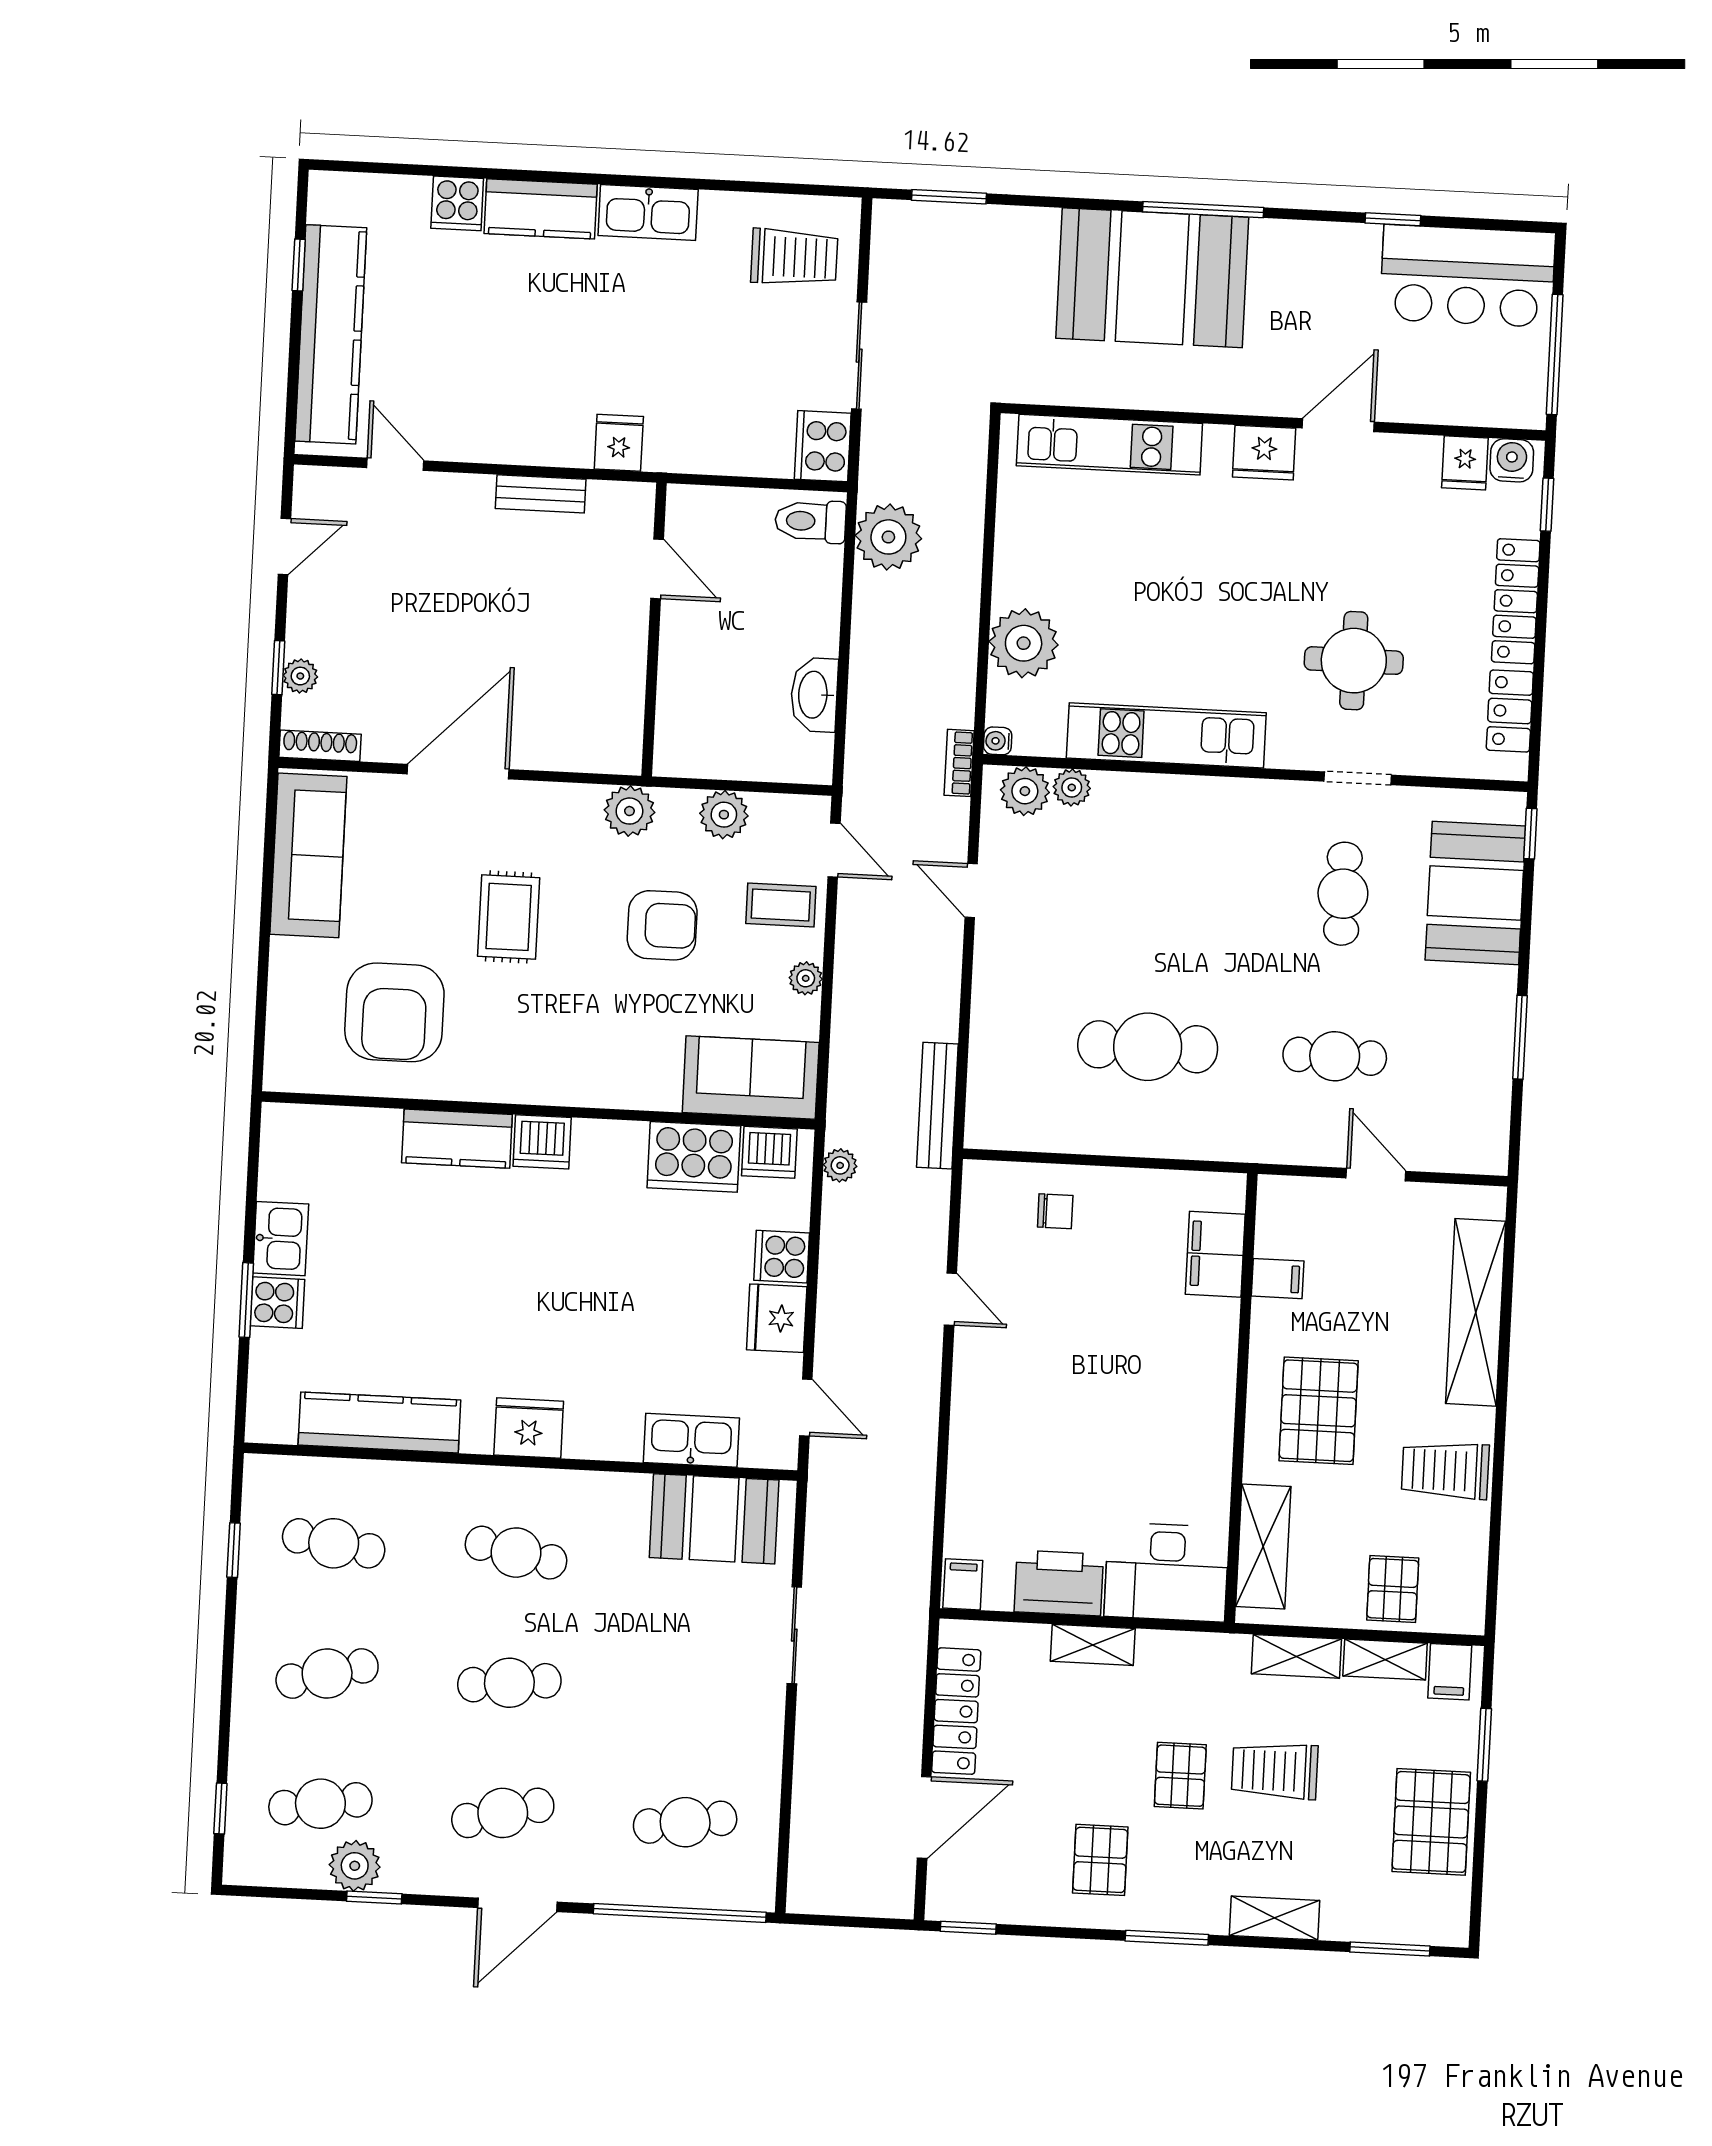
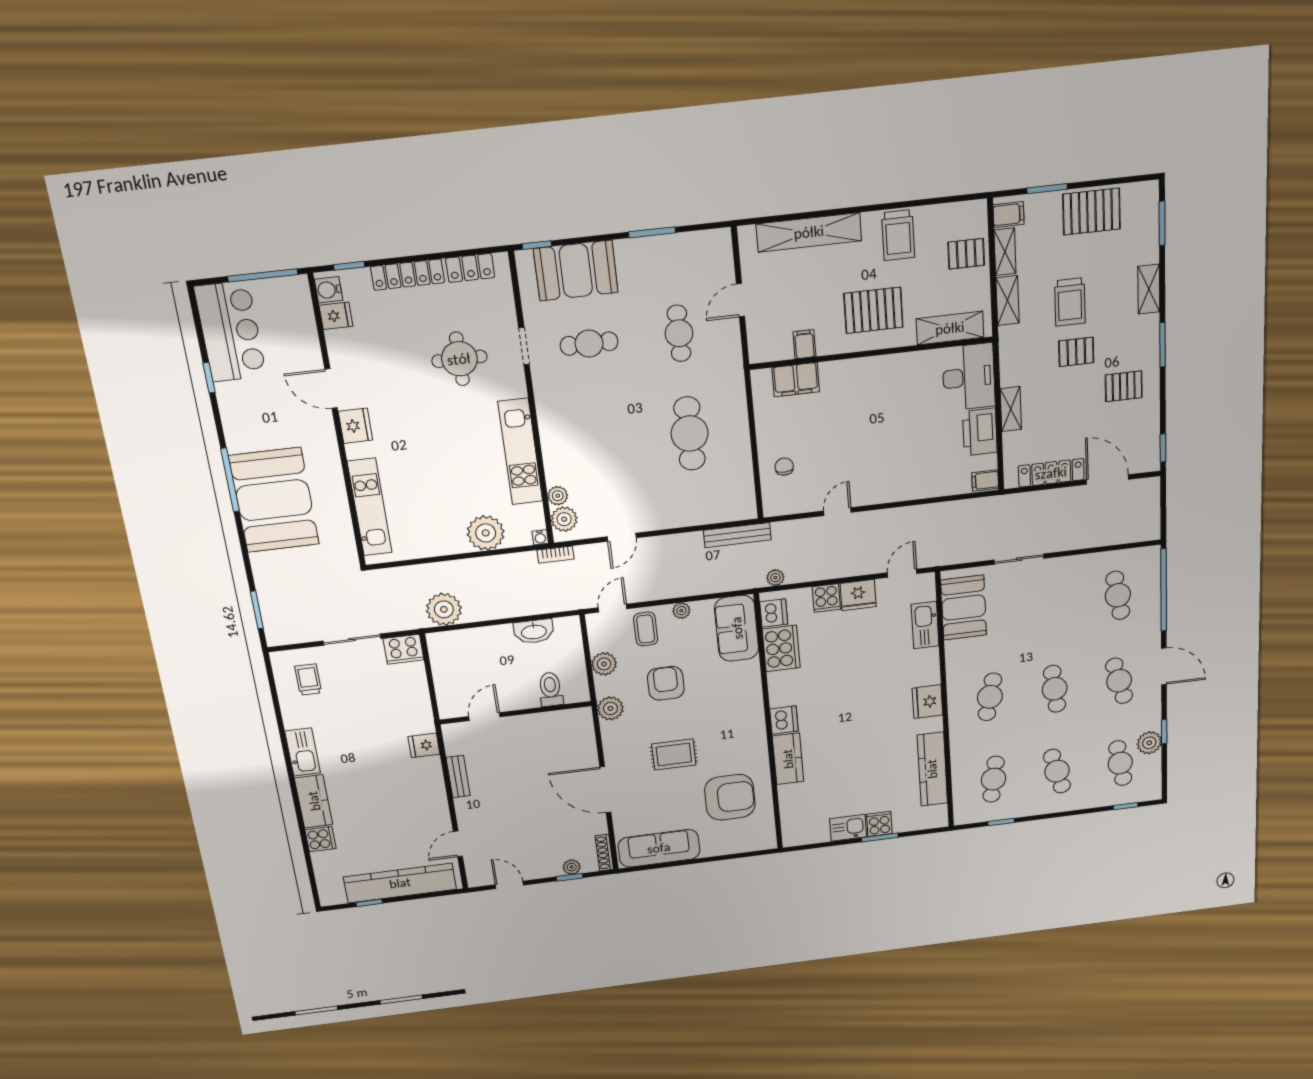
trolley: (794, 257) -> (308, 680), width x0.73, depth x0.72
toilet: (810, 521) -> (551, 689), moved, turned 180

